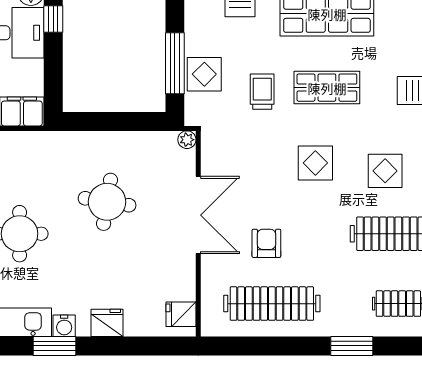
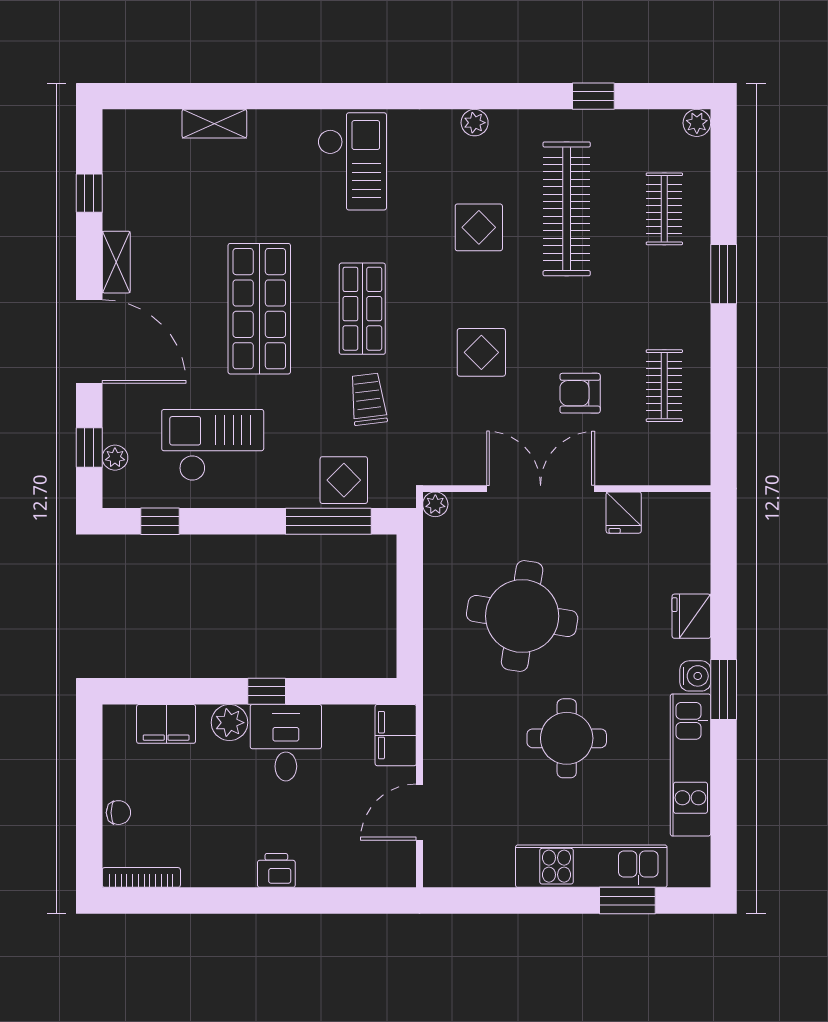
trolley: (262, 92) -> (368, 399), turned 83
display table: (315, 163) -> (481, 352), moved
round table: (107, 202) -> (522, 616), width x1.36, depth x1.36
clothes rail: (272, 304) -> (664, 386), width x0.54, depth x0.76
fridge: (181, 314) -> (624, 513), moved

